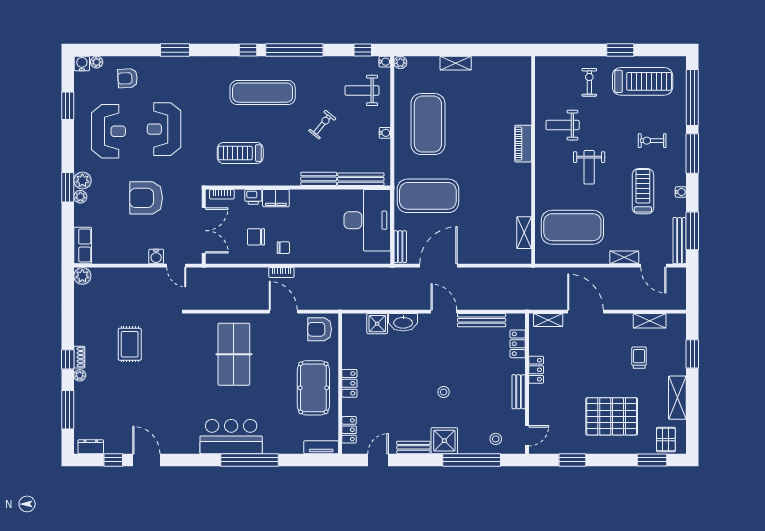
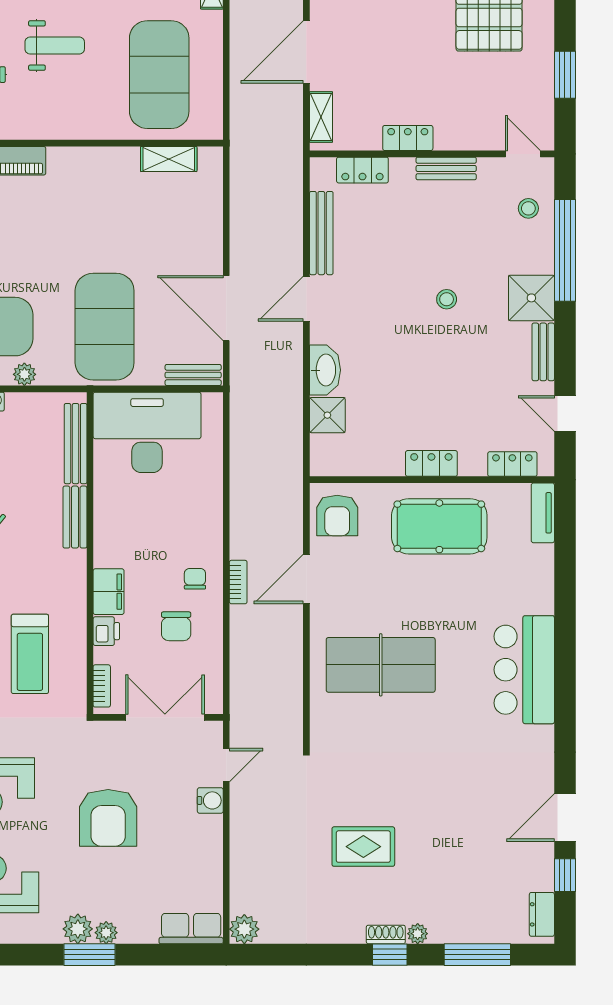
plant: (401, 150) -> (24, 374), added
window: (250, 460) -> (565, 638), removed

